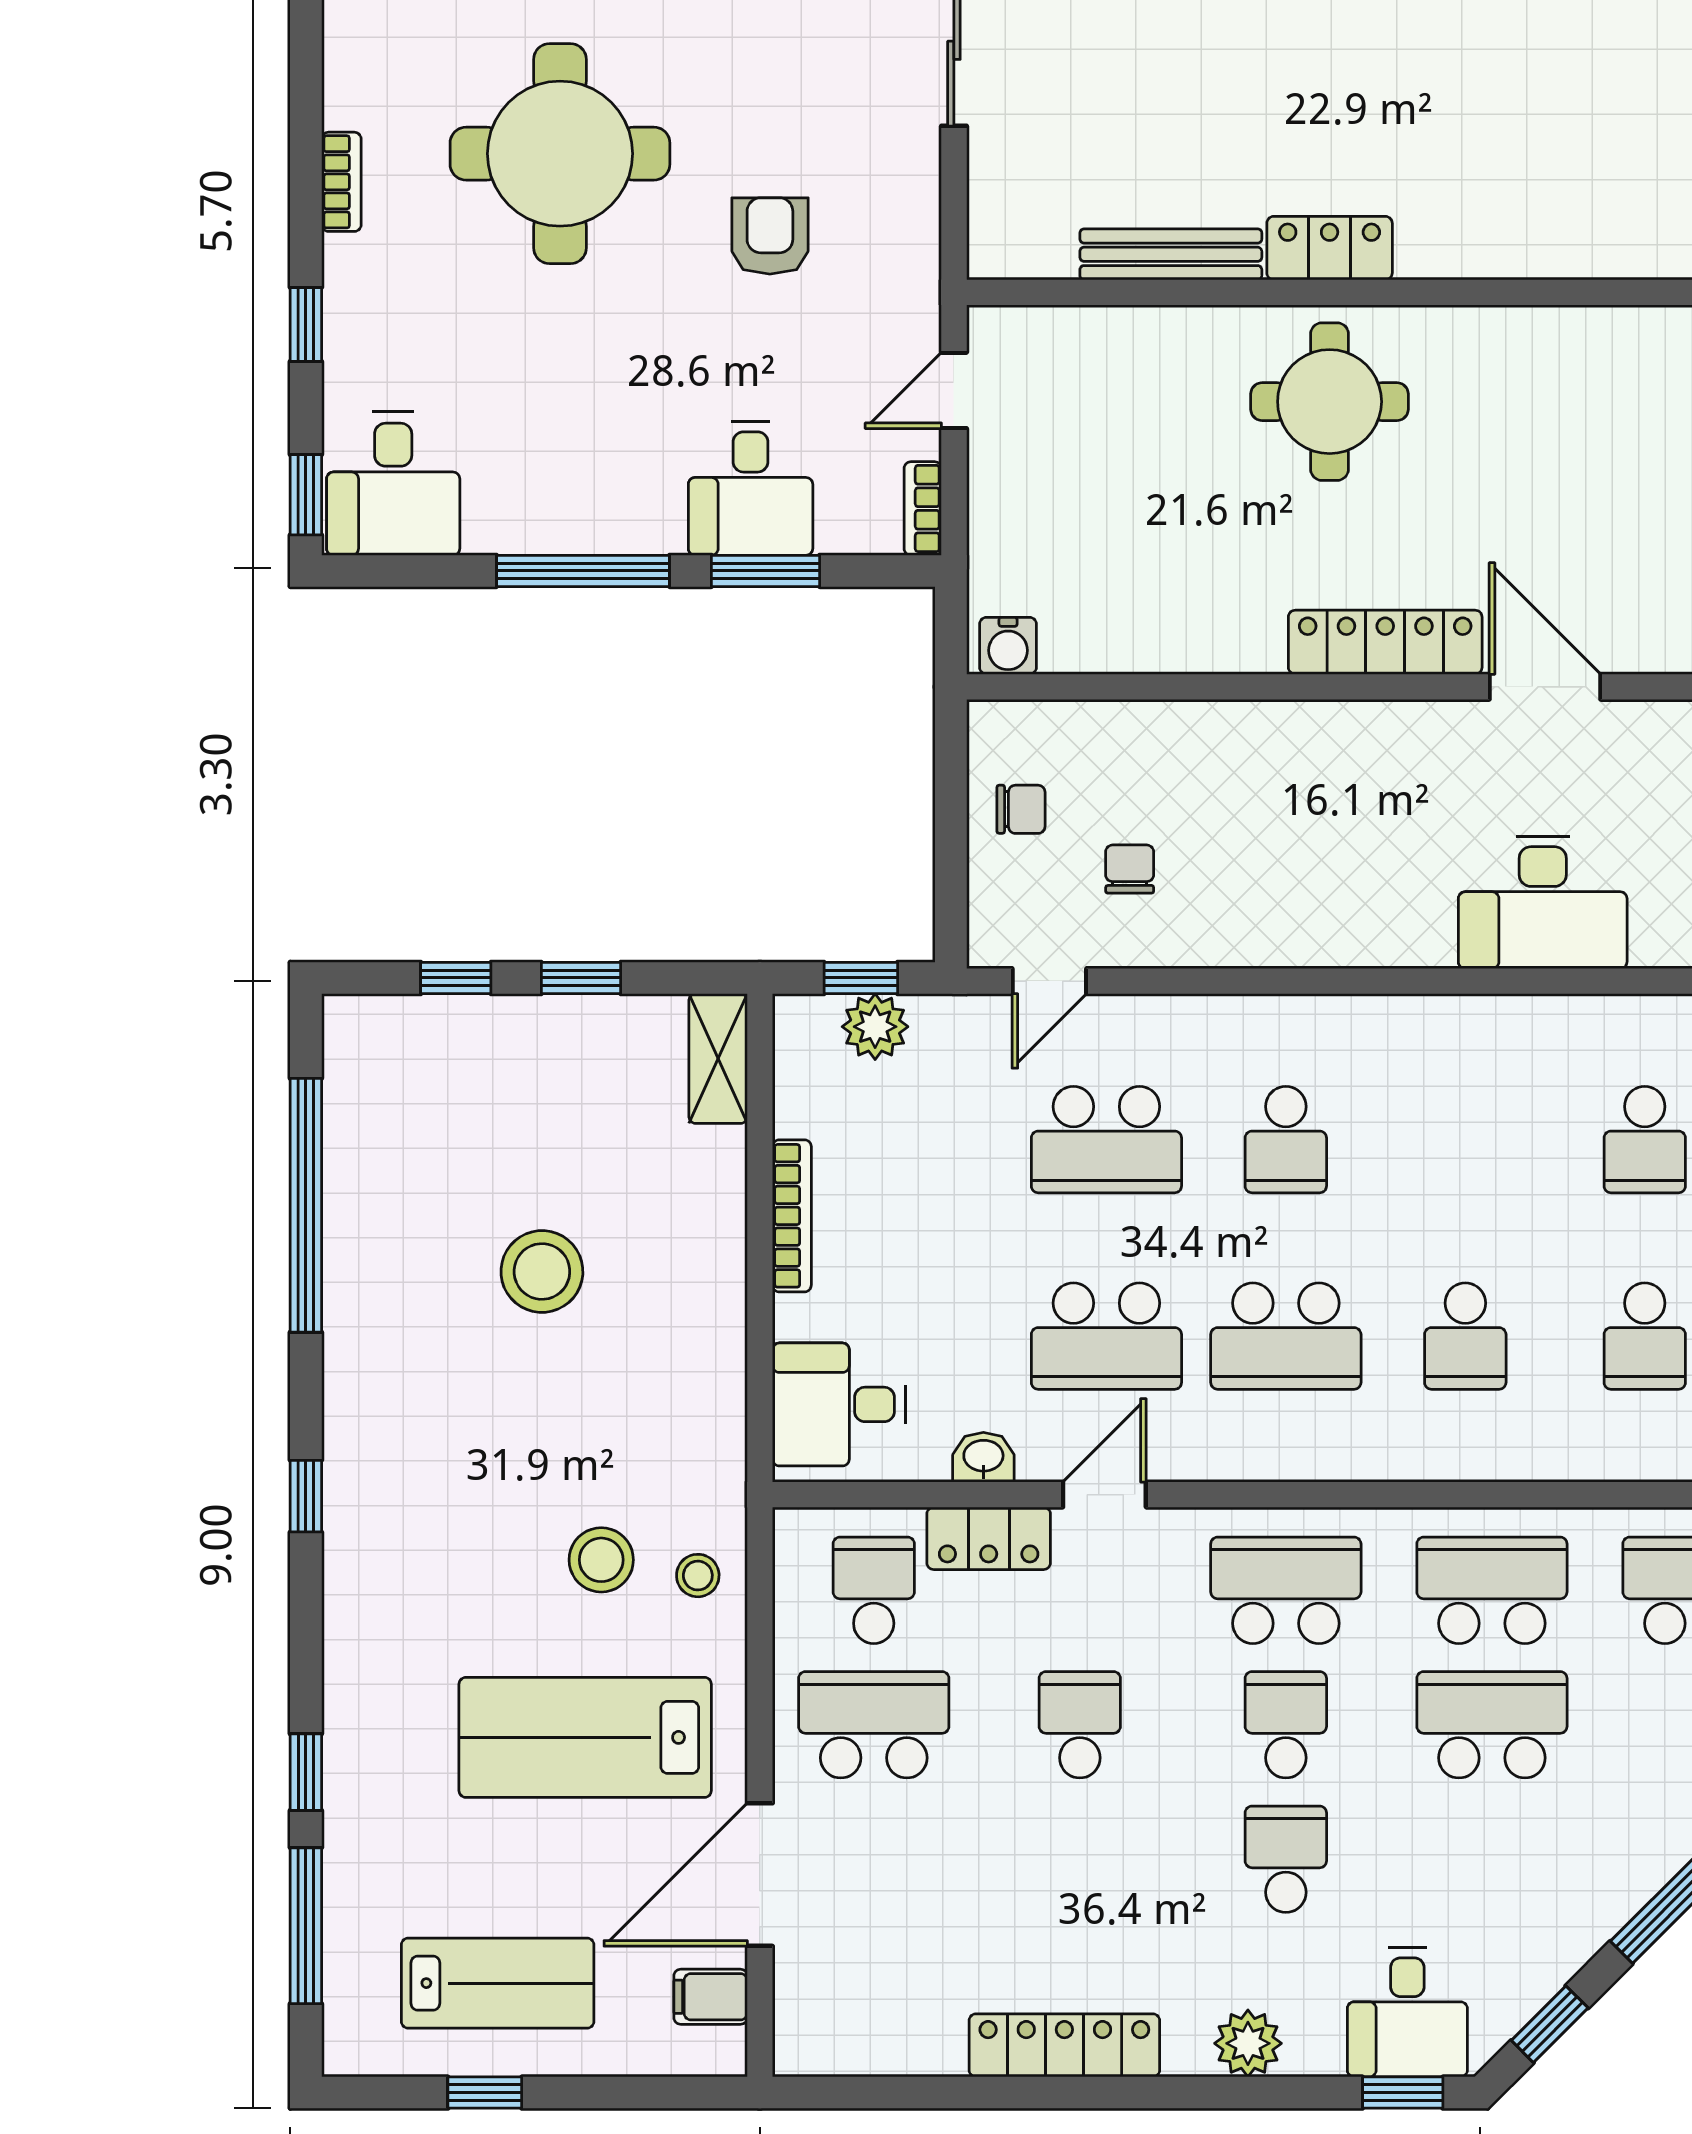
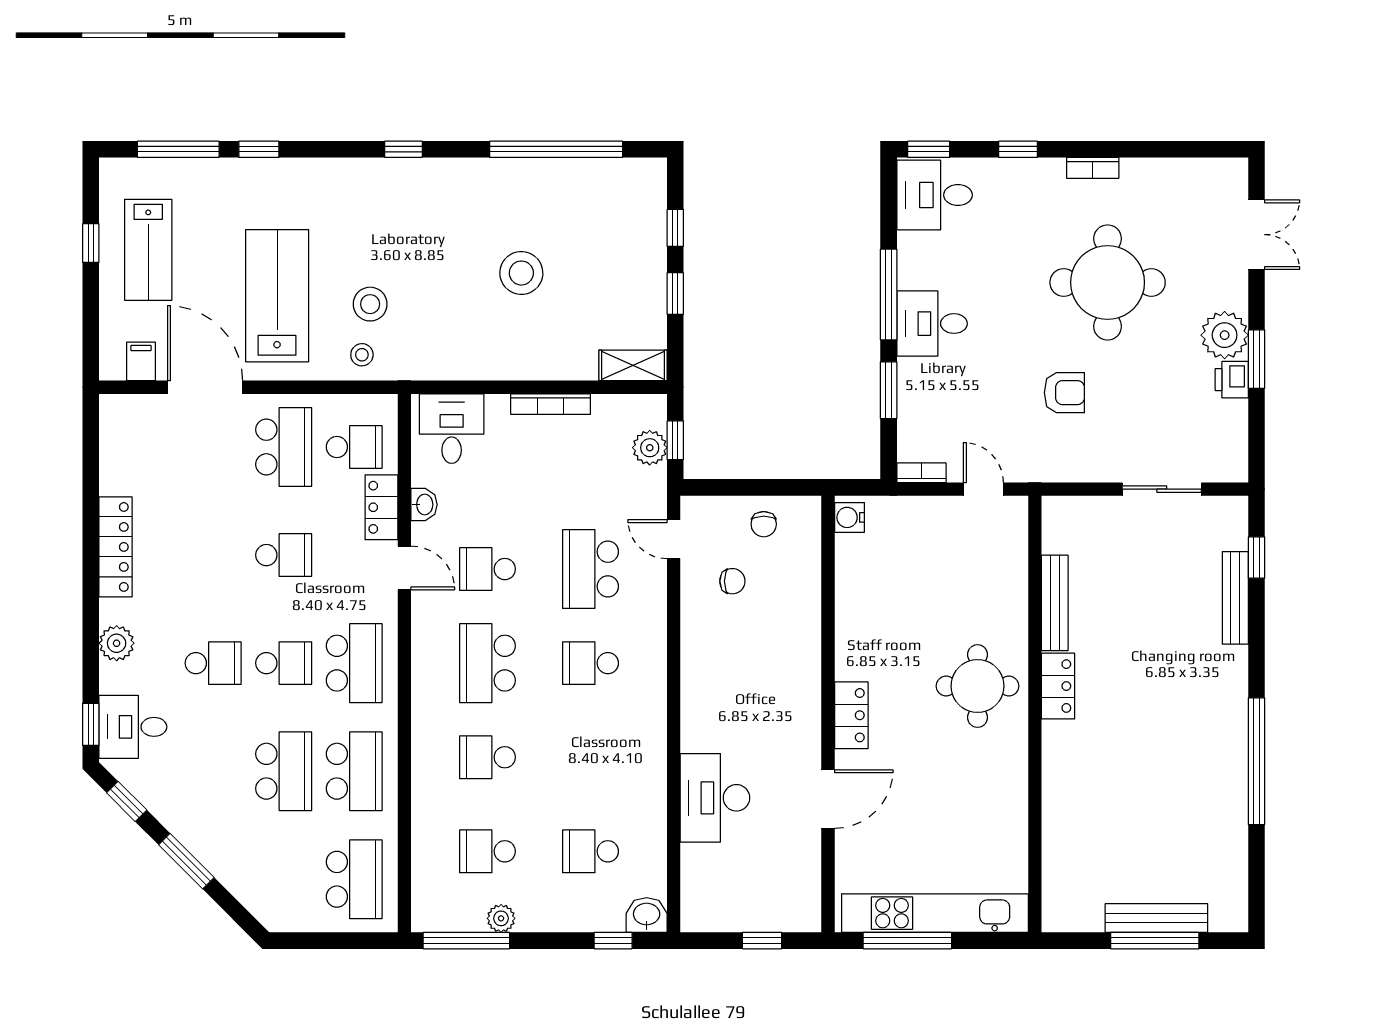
desk: (751, 488) -> (932, 324), moved
locker: (1385, 642) -> (851, 715), width x0.66
school desk: (1106, 1336) -> (487, 569), width x0.54

